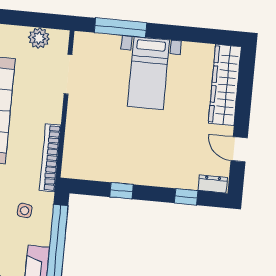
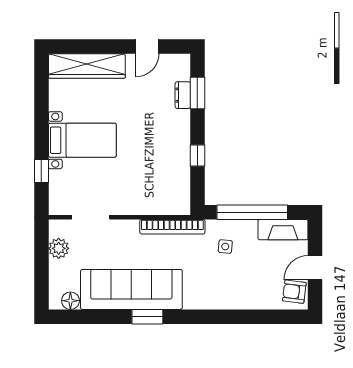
window: (121, 28) -> (41, 171), width x0.46
dresser: (213, 184) -> (183, 95), moved
window: (186, 197) -> (197, 93), width x1.50

